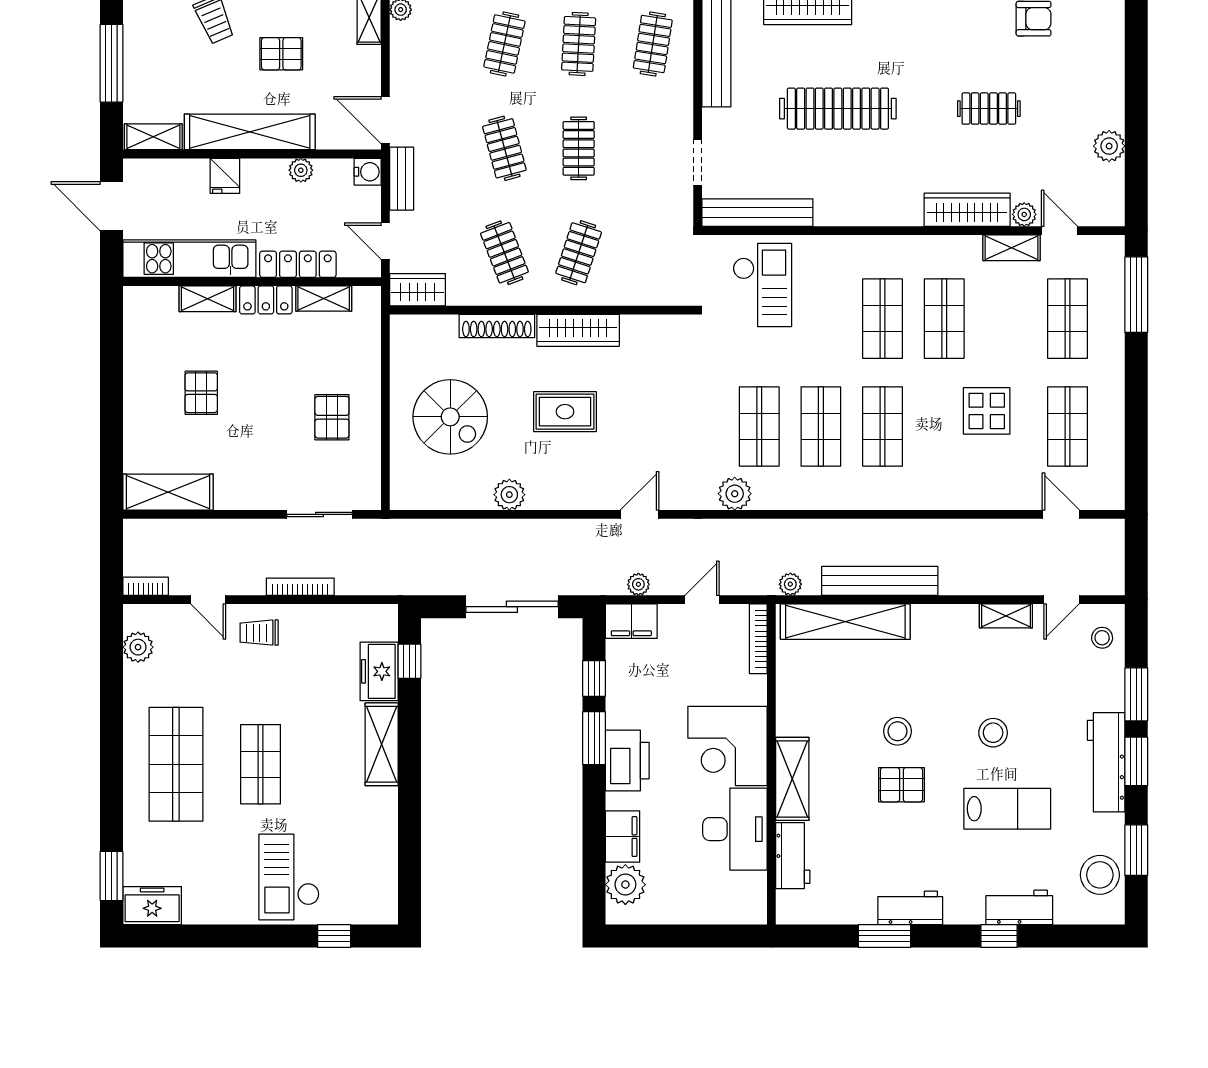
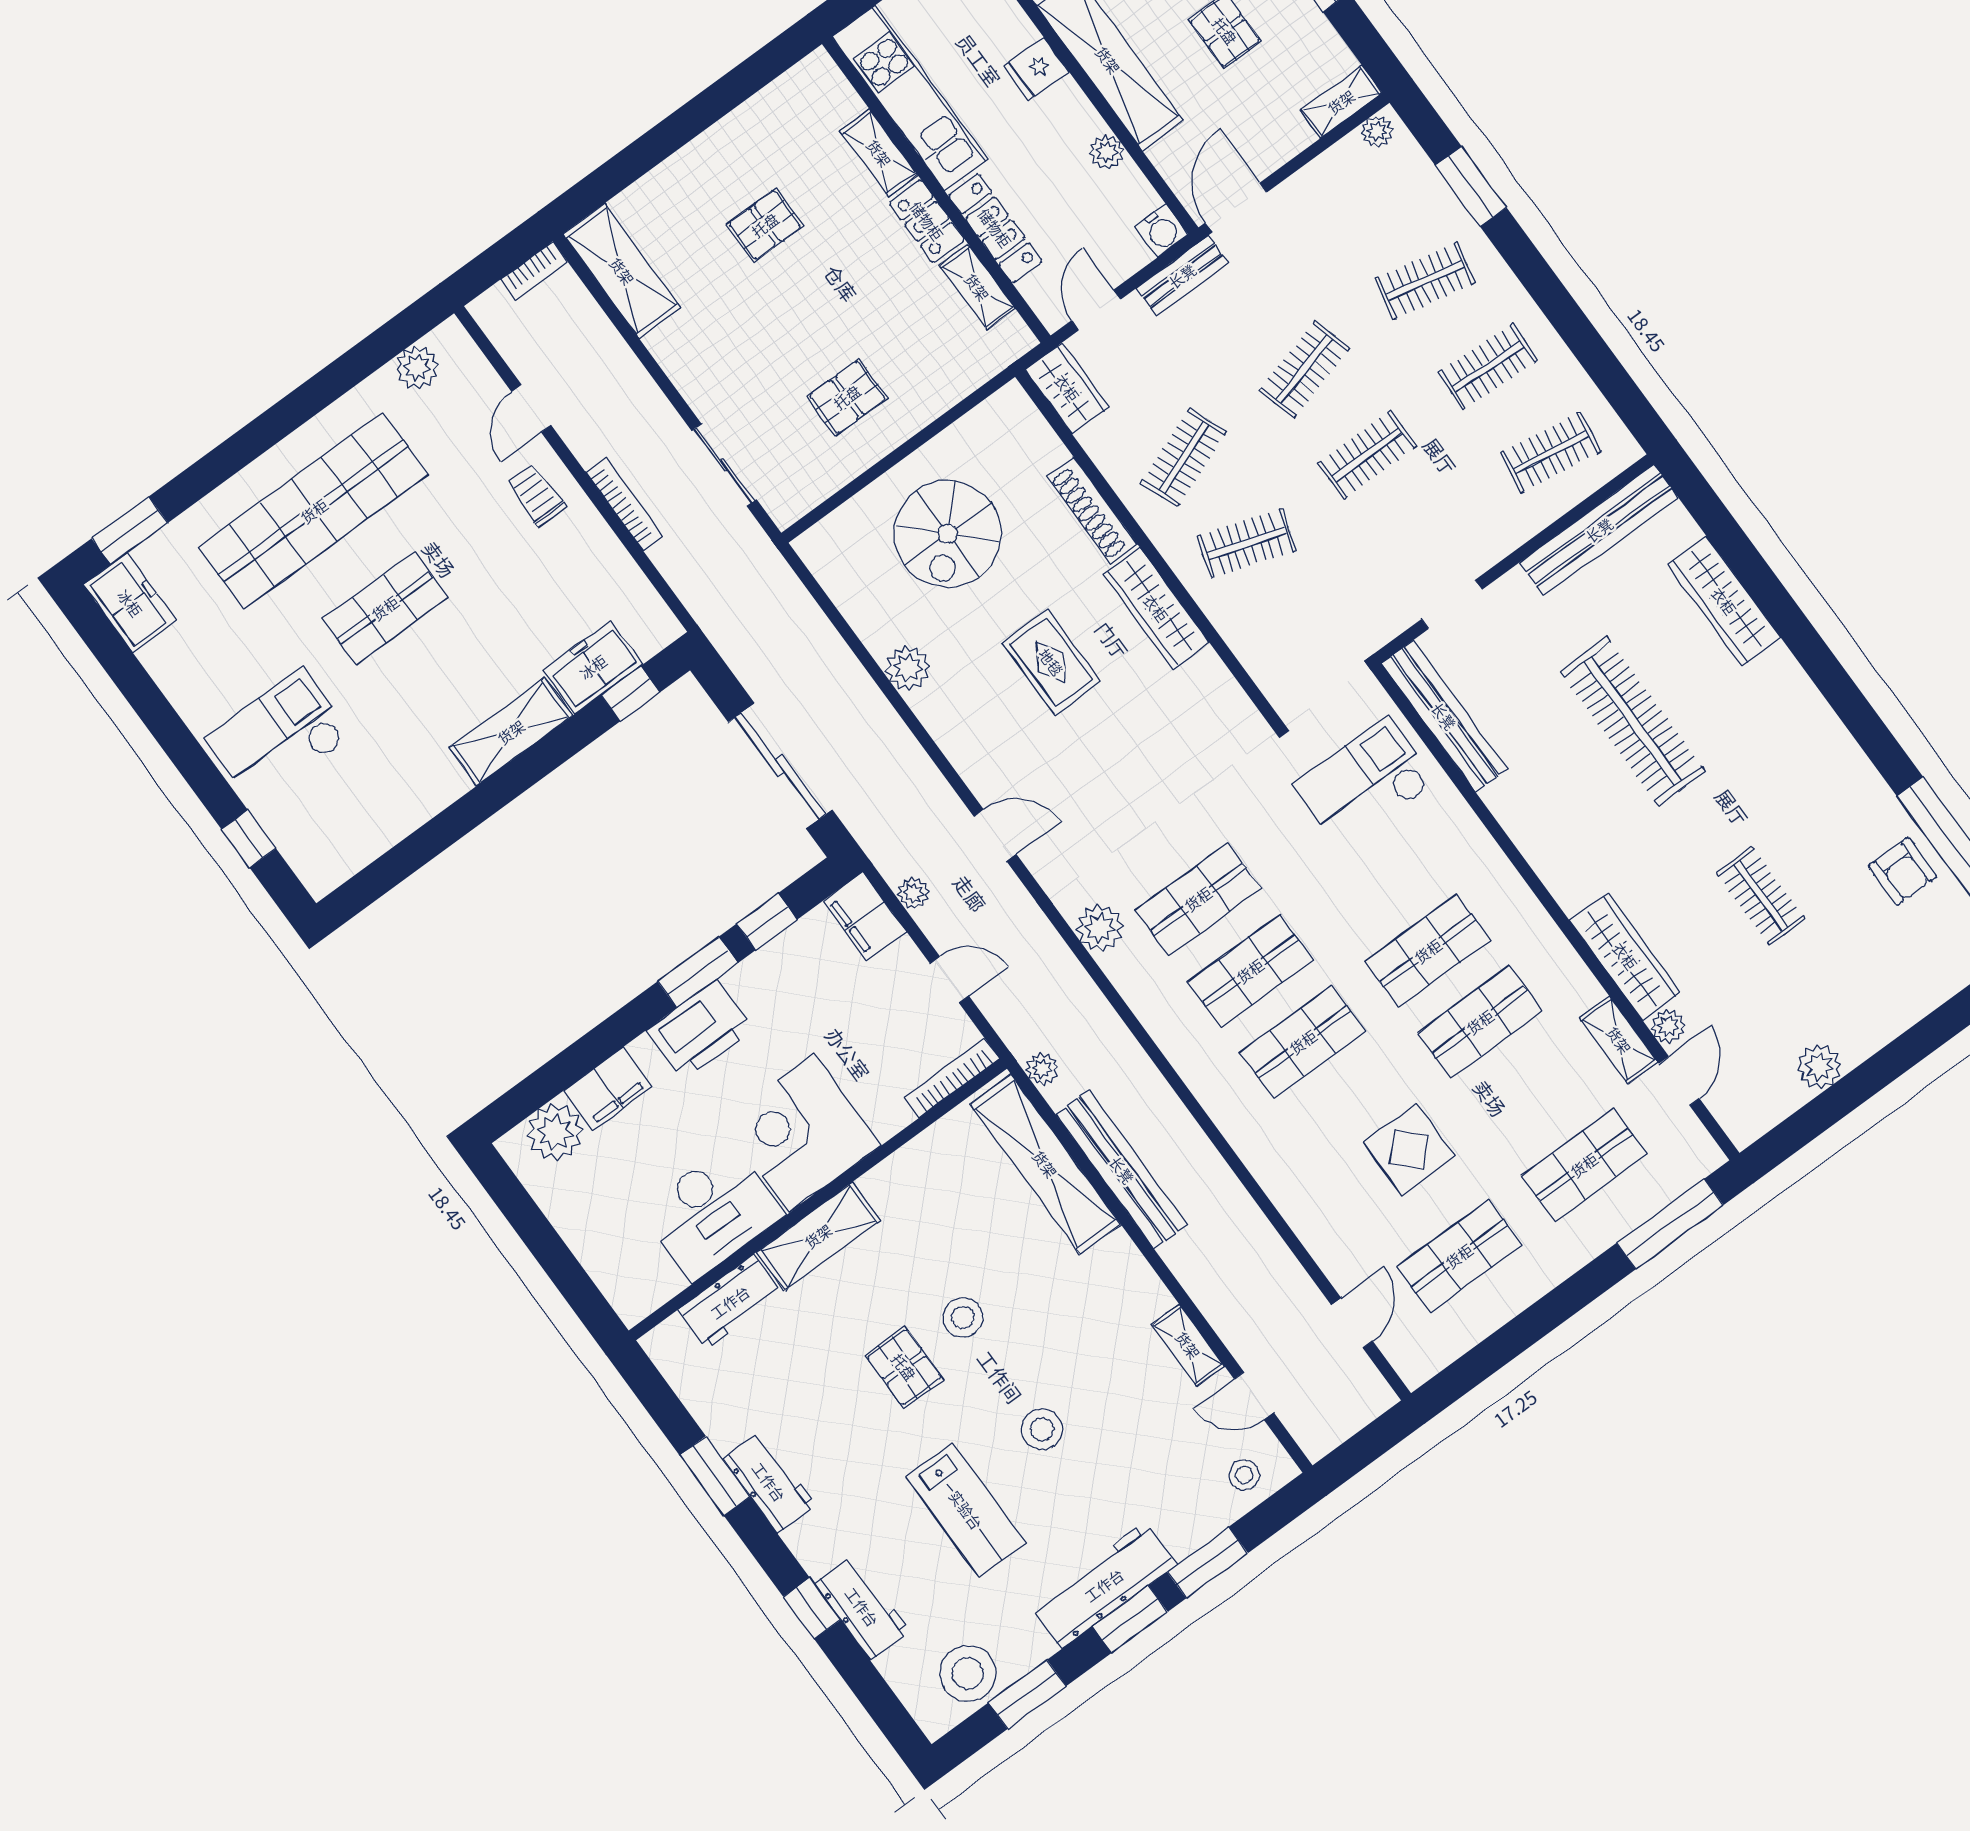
checkout: (762, 285) -> (1365, 783), turned 180
bookcase: (146, 586) -> (534, 271), moved, turned 90
shop shelf: (176, 764) -> (314, 511), width x1.40

